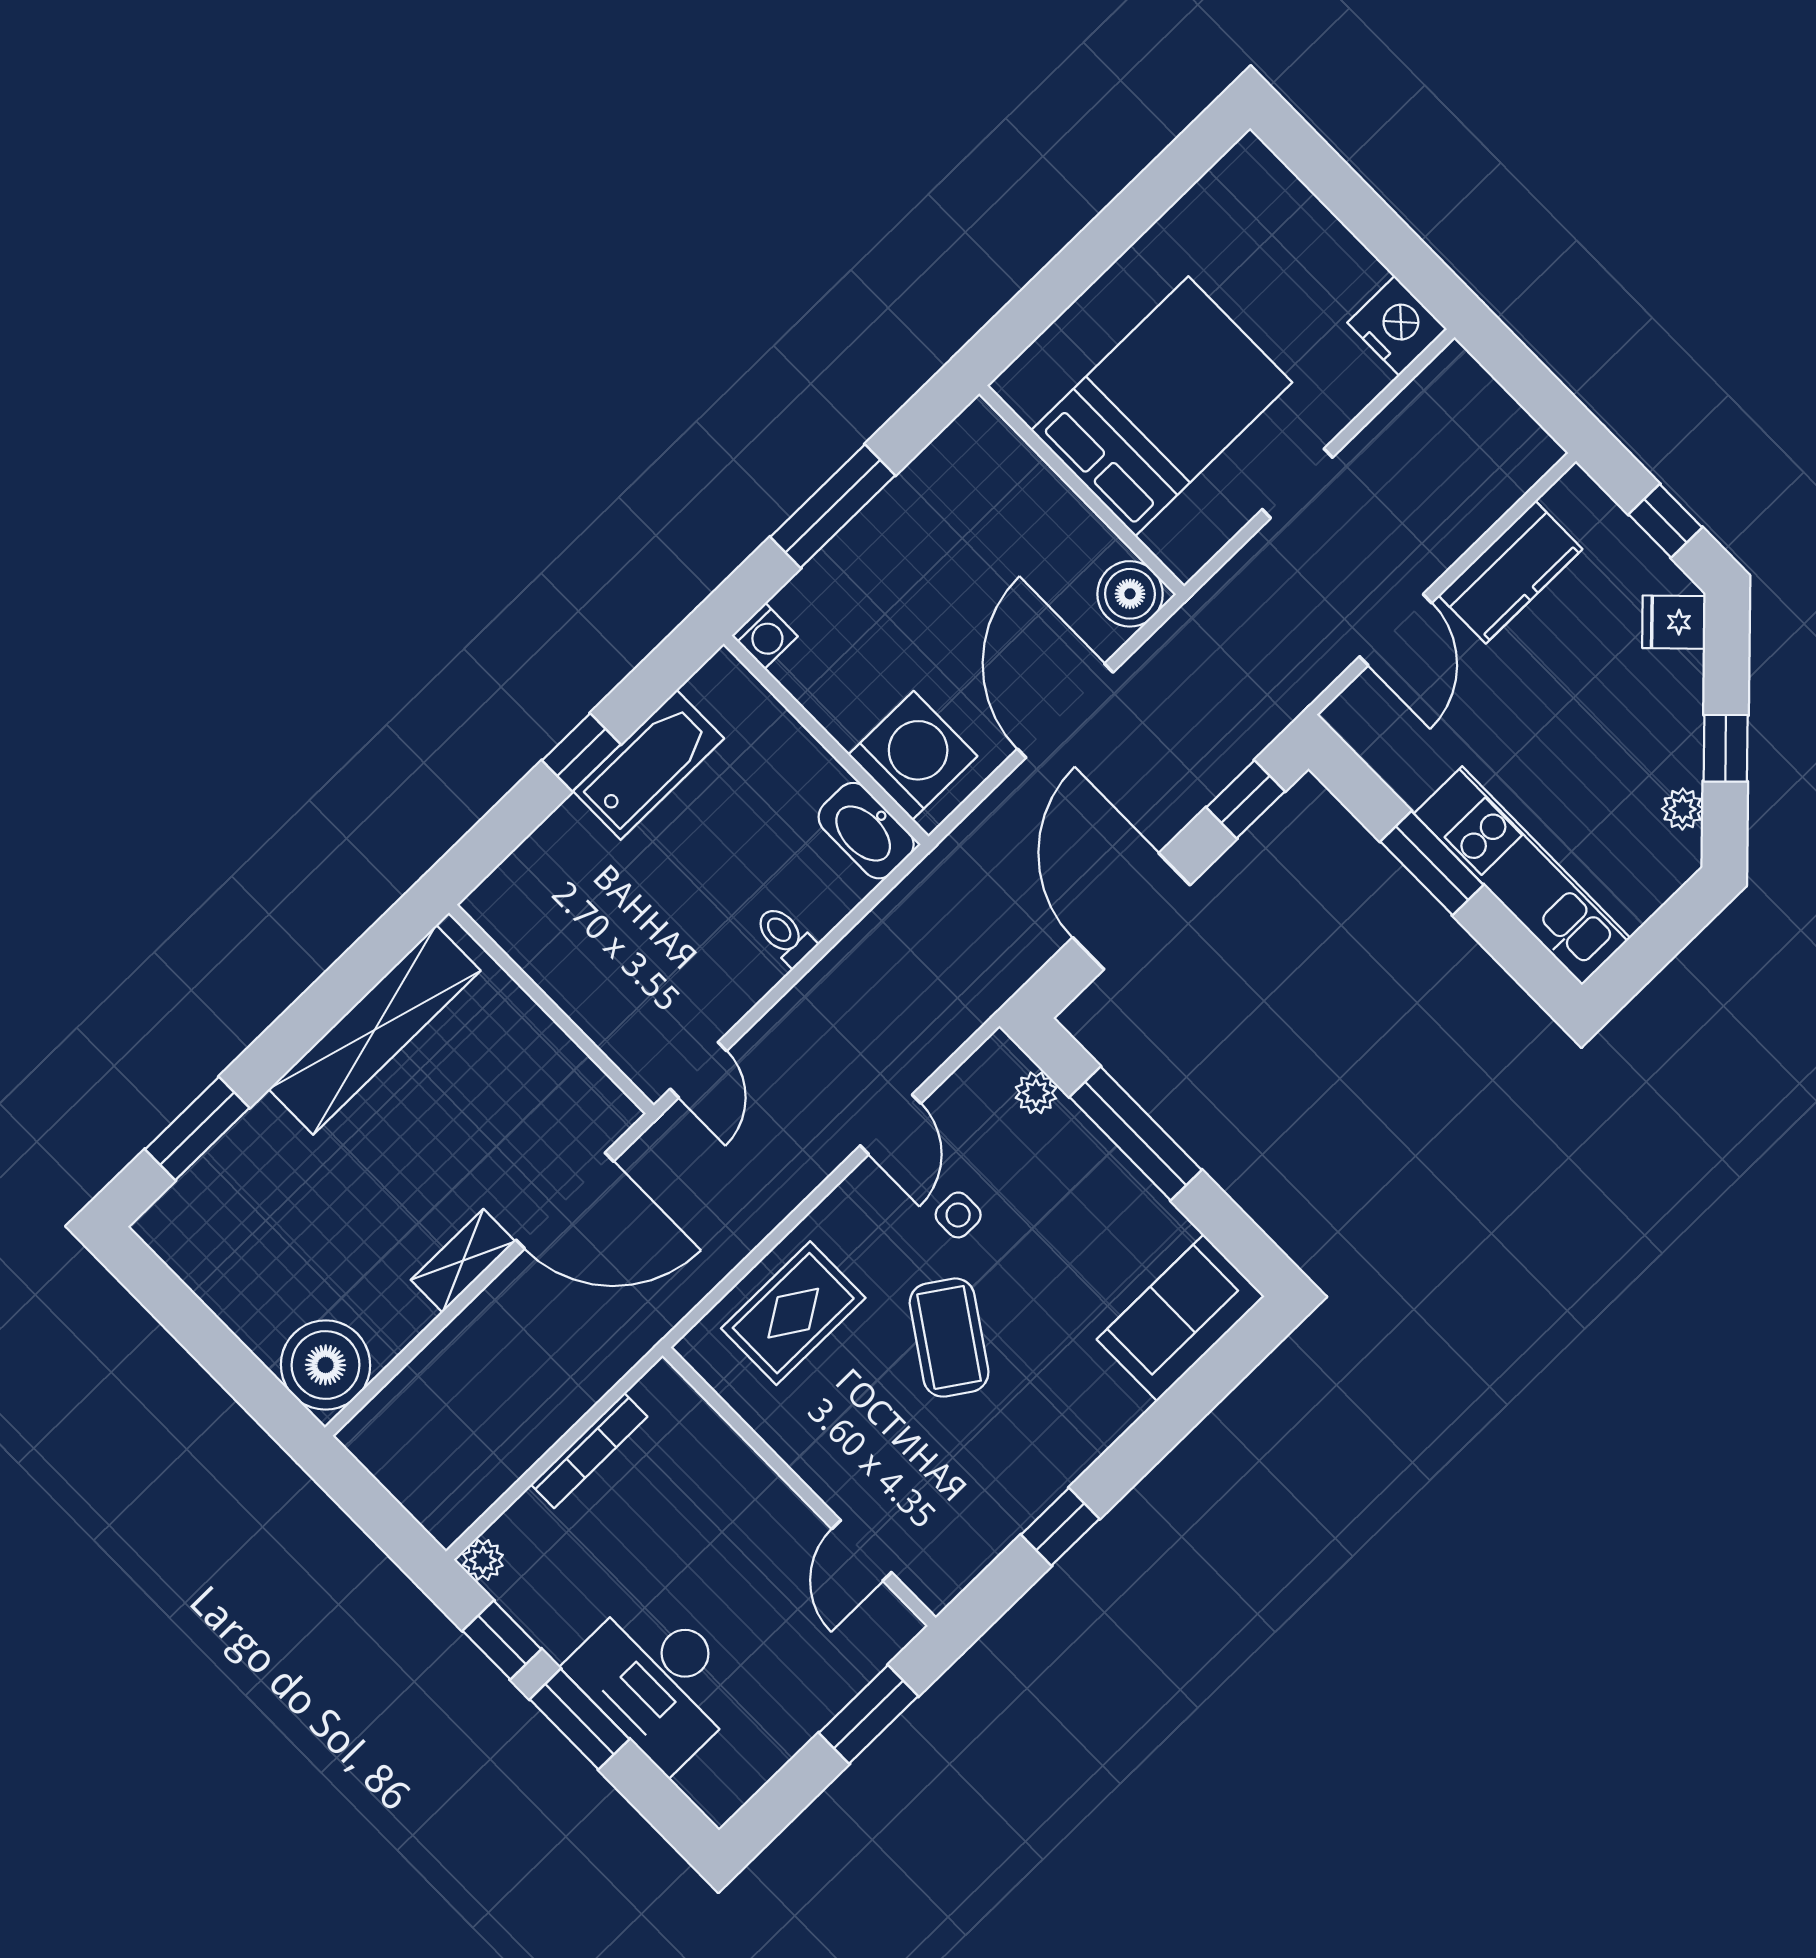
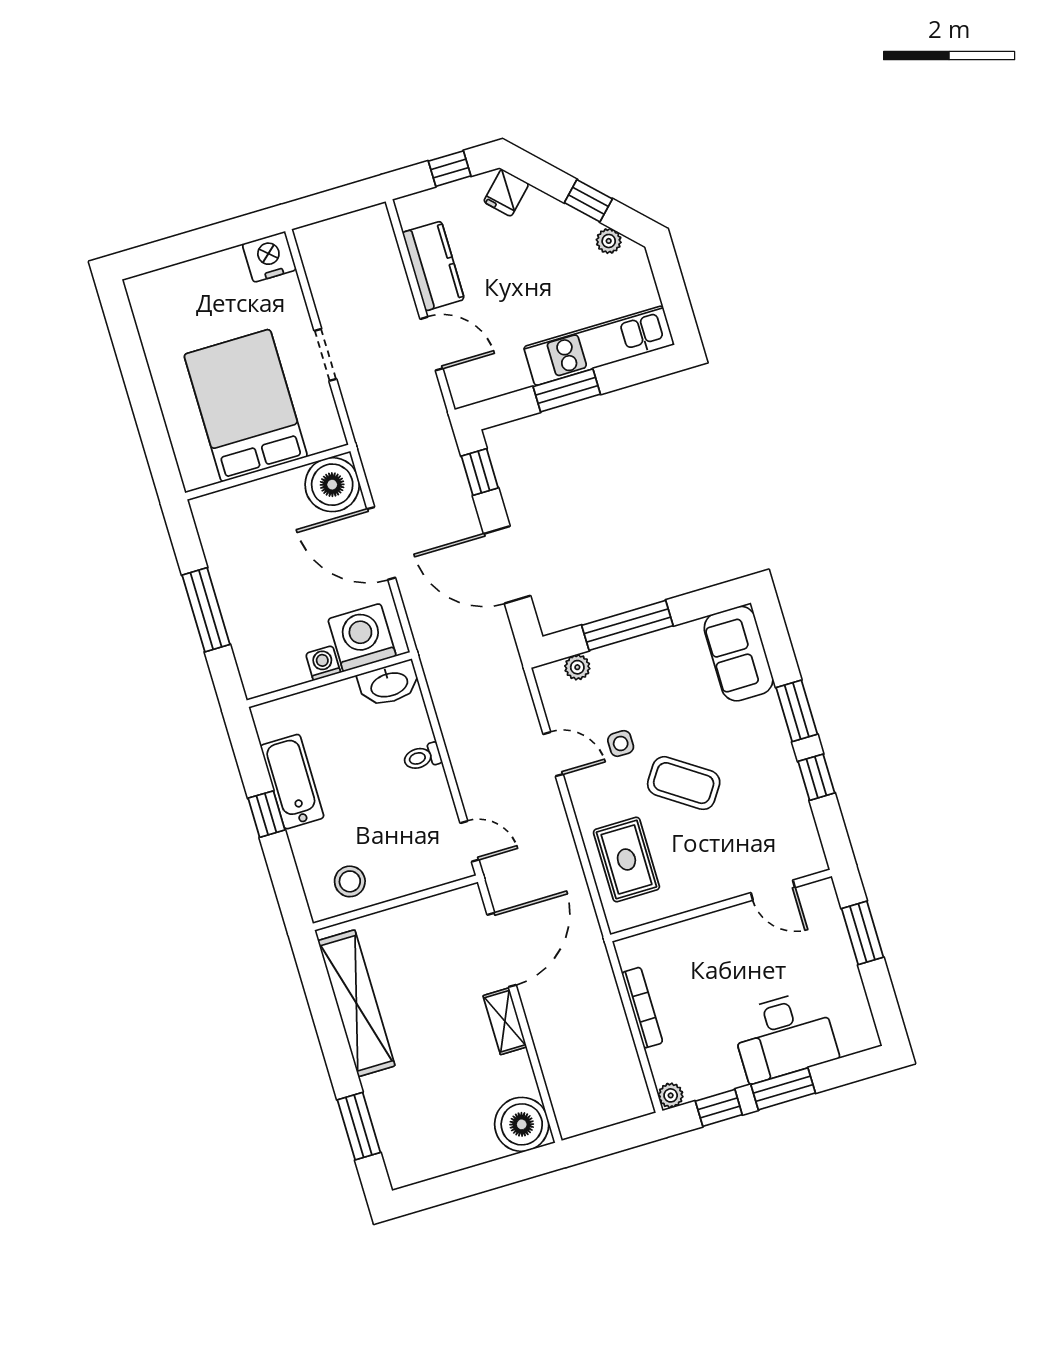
boiler: (1130, 594) -> (332, 485), width x1.37, depth x1.37
washing machine: (765, 636) -> (323, 663), moved, turned -90
stool: (547, 926) -> (350, 881), added
window: (1142, 1447) -> (797, 711), added

